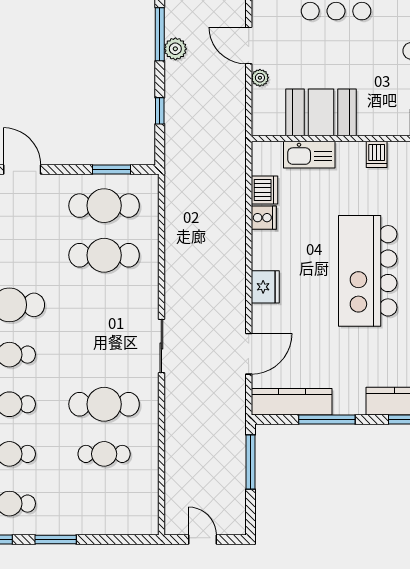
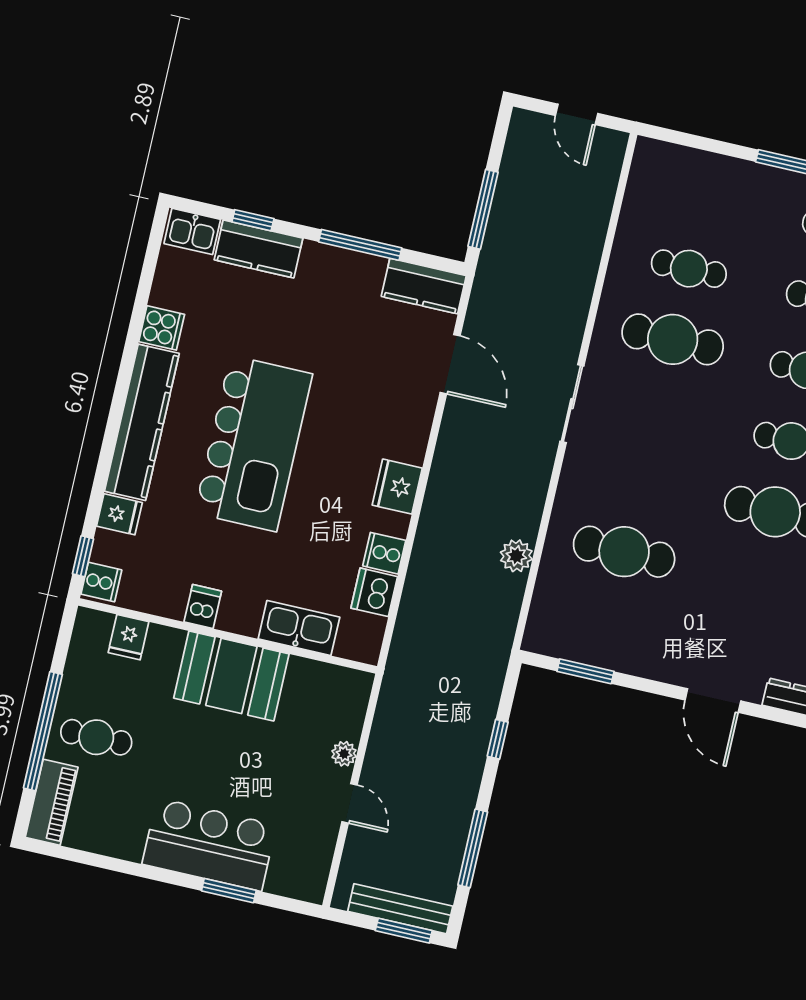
door: (249, 46) -> (350, 803), width x0.73
plant: (175, 49) -> (516, 556), moved
booth: (321, 112) -> (231, 676), moved
cafe table: (104, 206) -> (608, 622), removed
fridge: (265, 287) -> (397, 487), moved
door: (249, 354) -> (450, 364), swing flipped
kitchen counter: (292, 402) -> (424, 286), width x0.67

